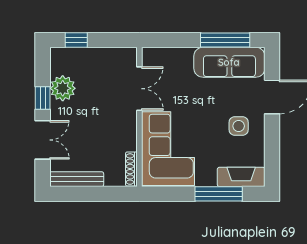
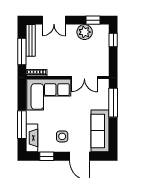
window: (225, 40) -> (113, 103), moved
window: (43, 98) -> (93, 20), moved
window: (272, 152) -> (47, 156), added
window: (96, 194) -> (22, 52), added

